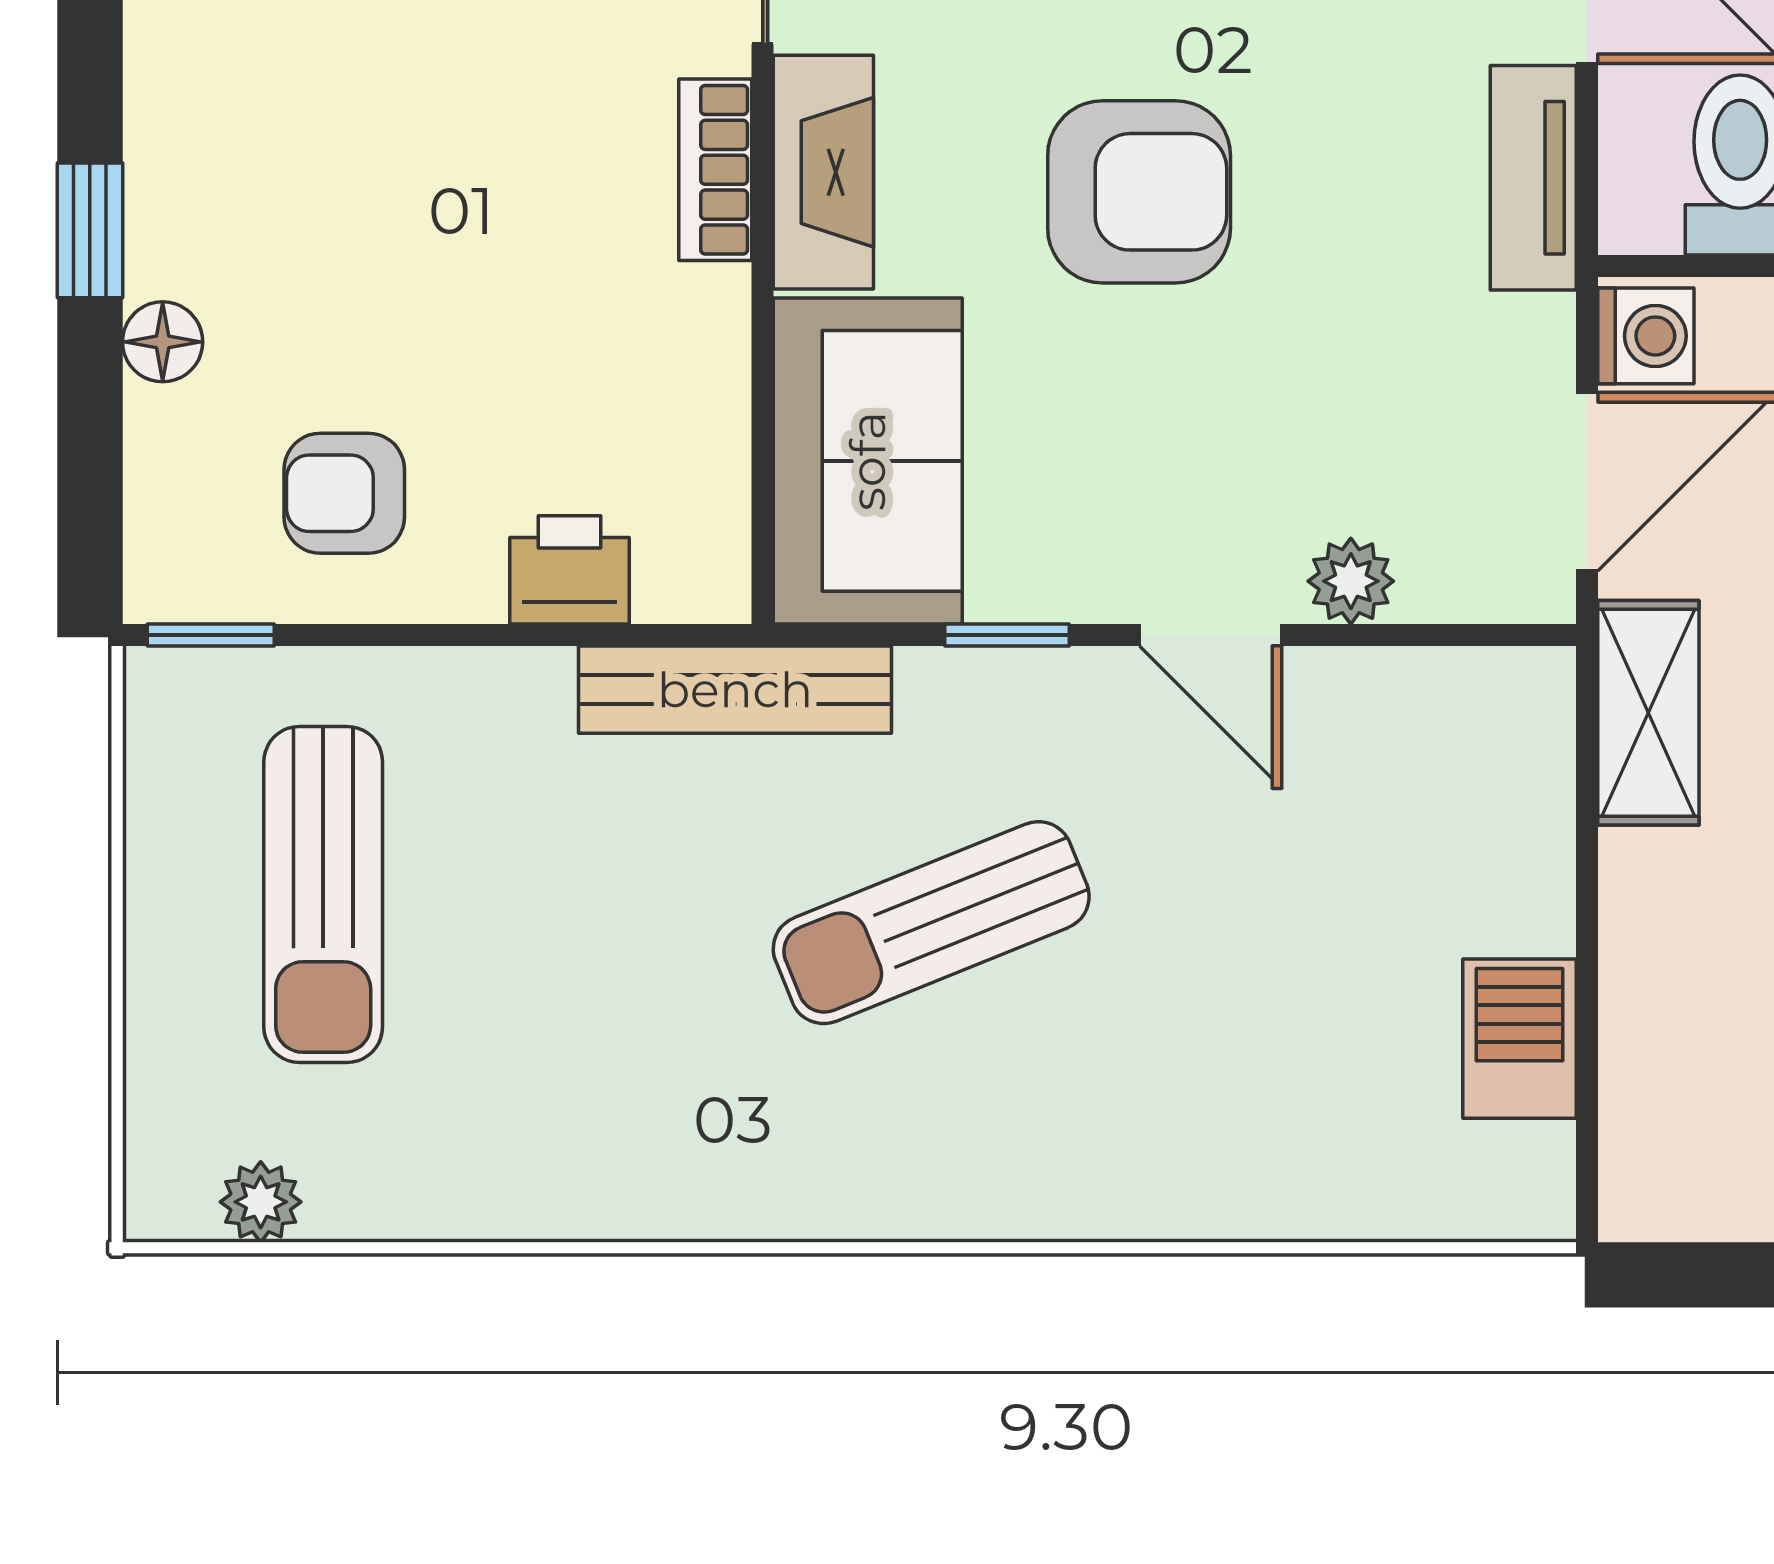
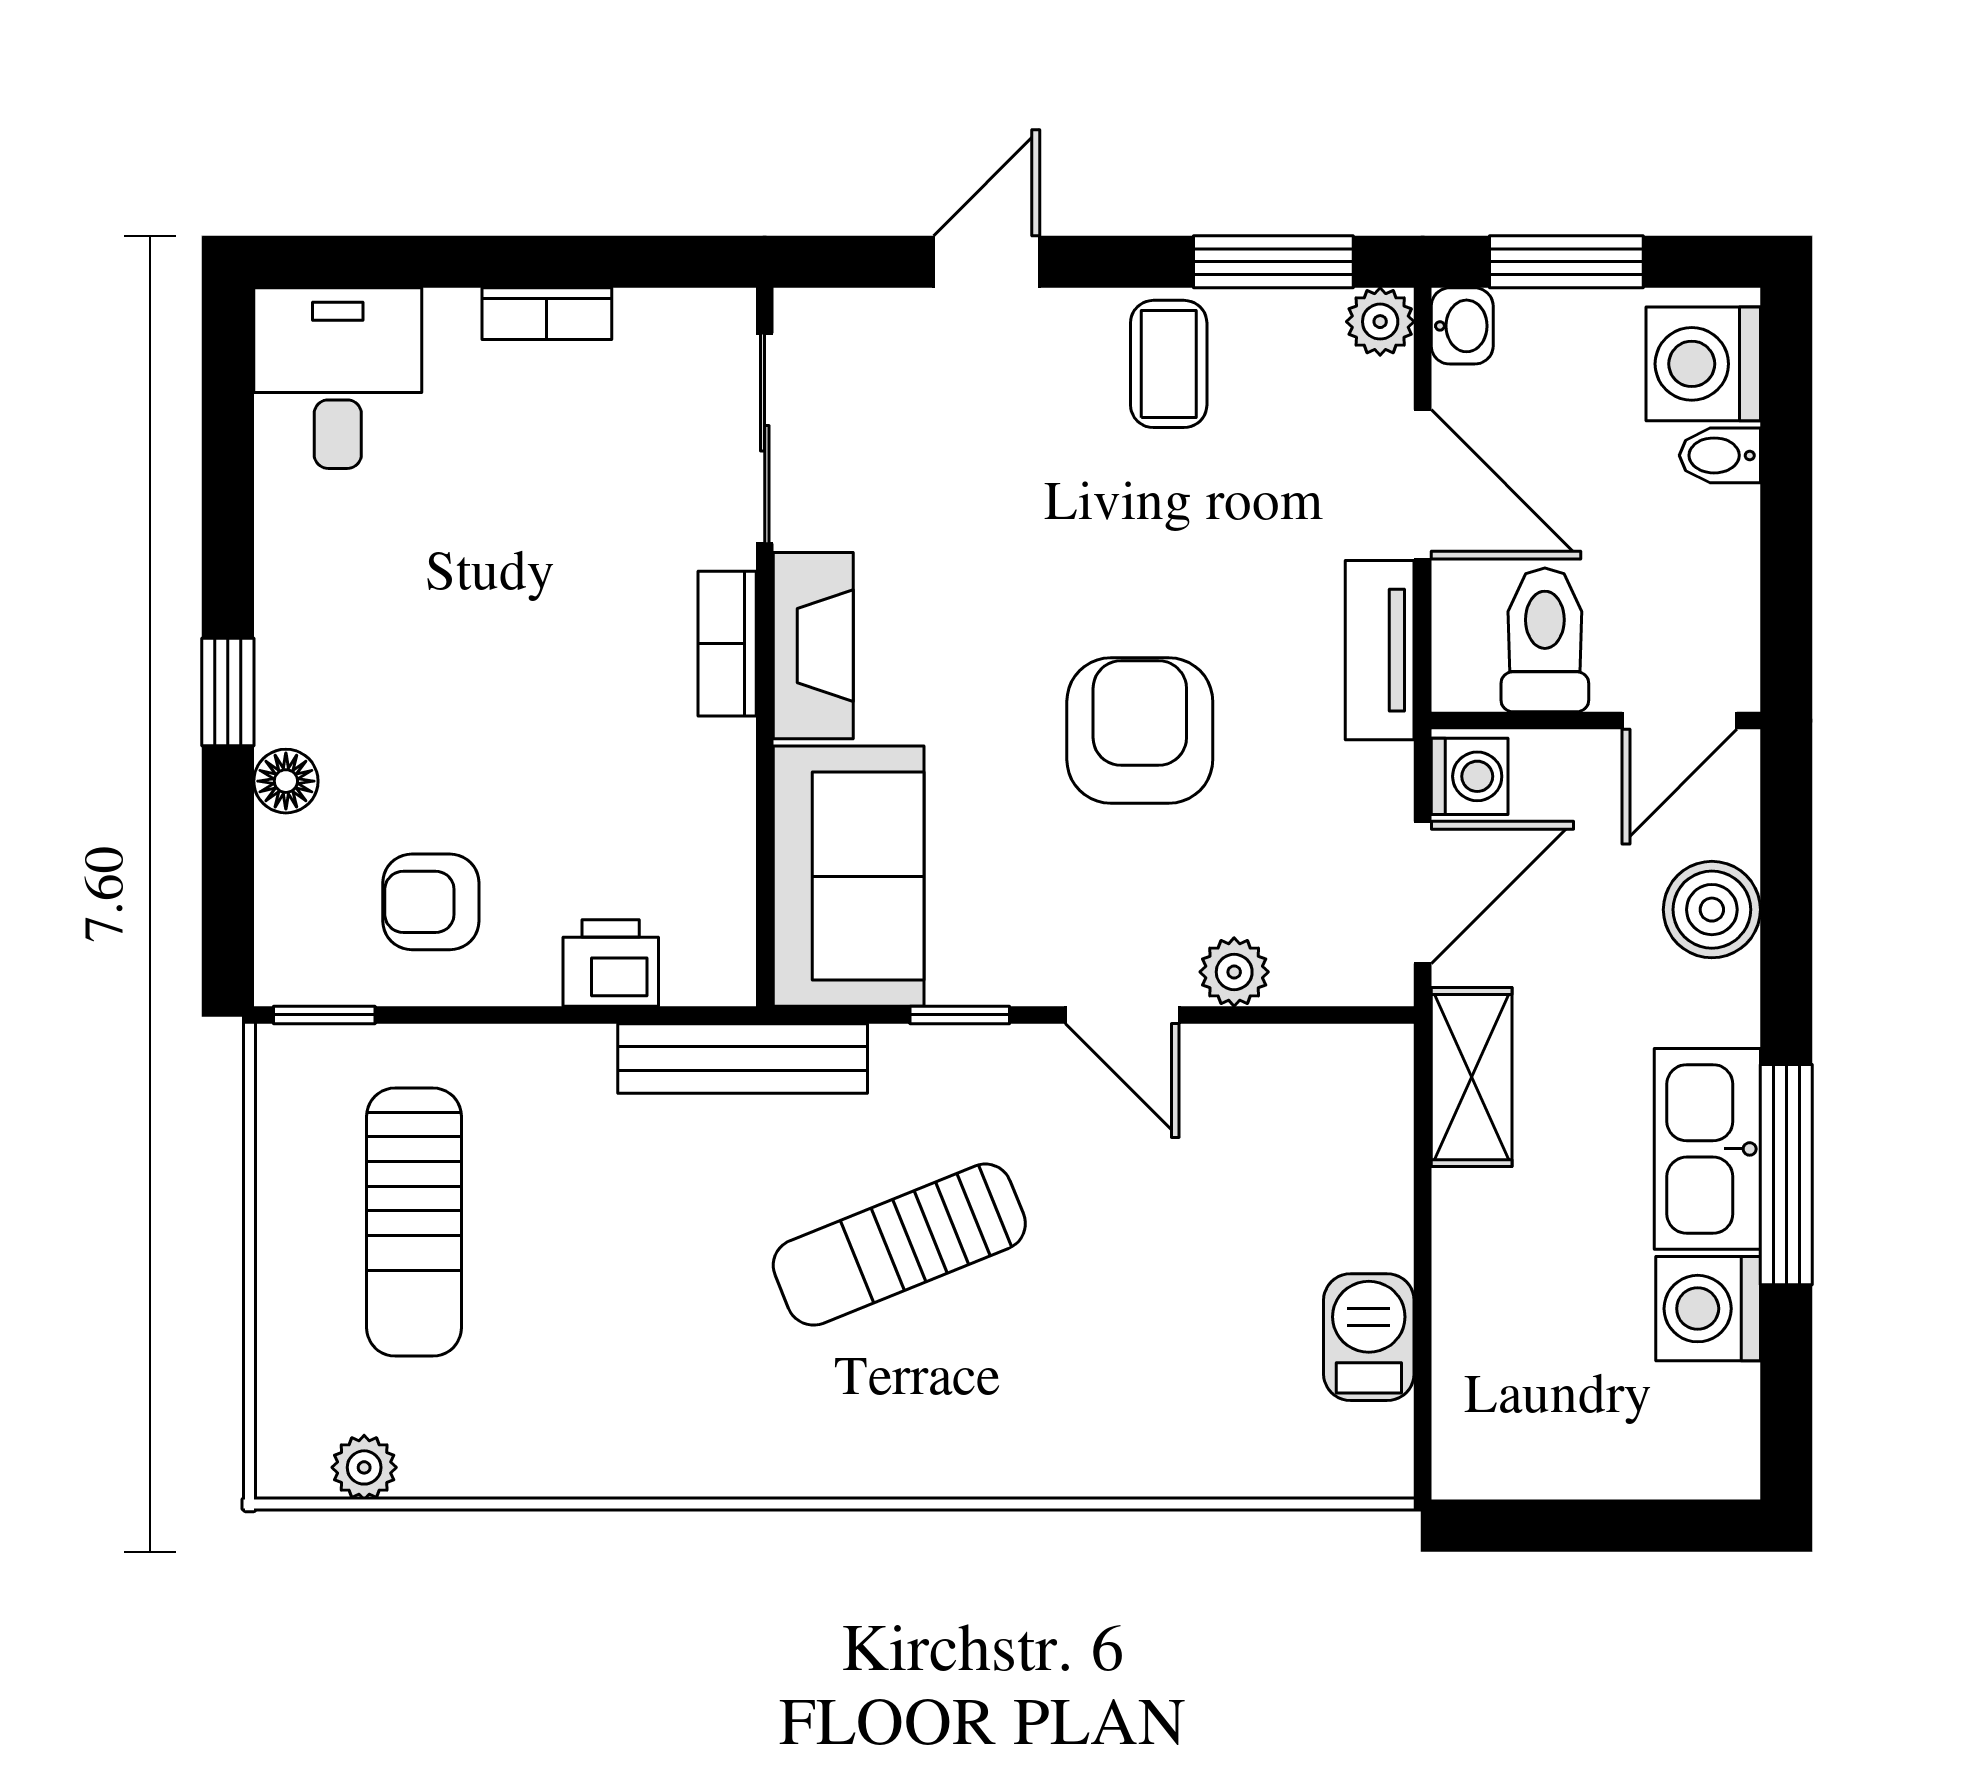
armchair: (1139, 192) -> (1140, 731), moved, turned -90

